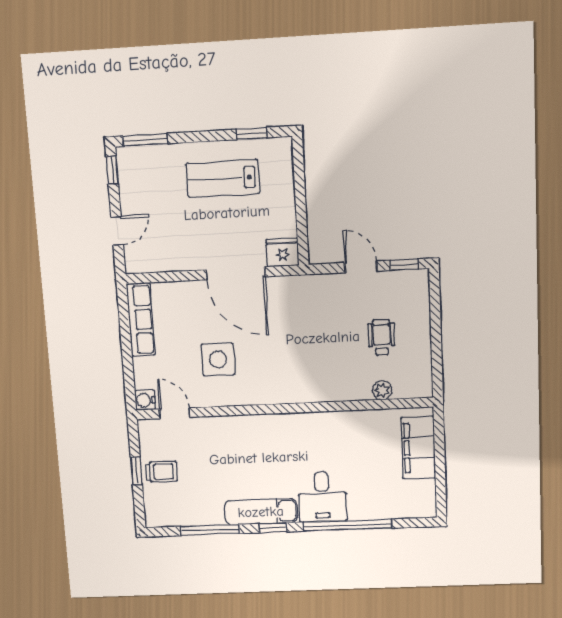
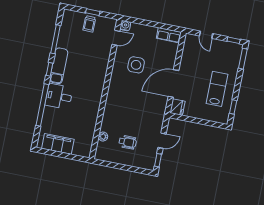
row of seats: (141, 319) -> (169, 35), width x0.68
filing cabinet: (418, 448) -> (58, 144), moved

